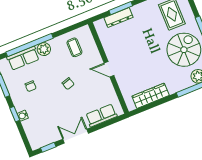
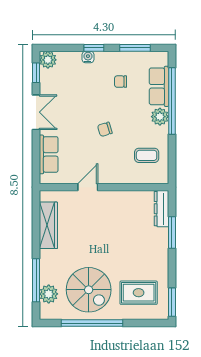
dresser: (118, 17) -> (161, 209), moved
door: (109, 69) -> (88, 187), moved
plant: (36, 143) -> (48, 60), added

